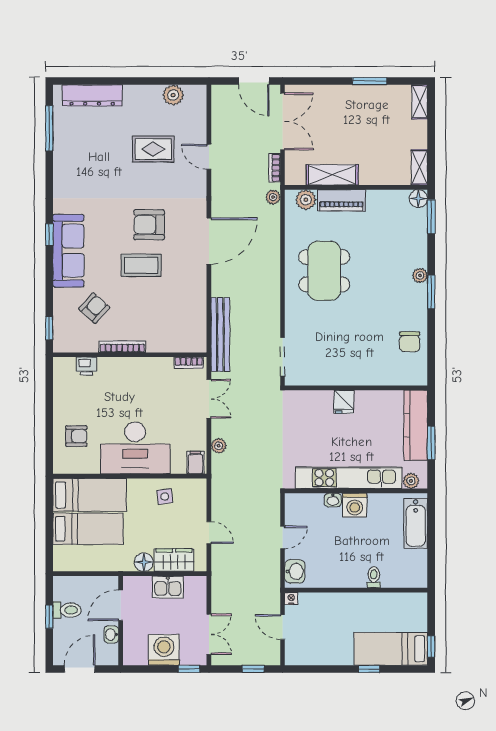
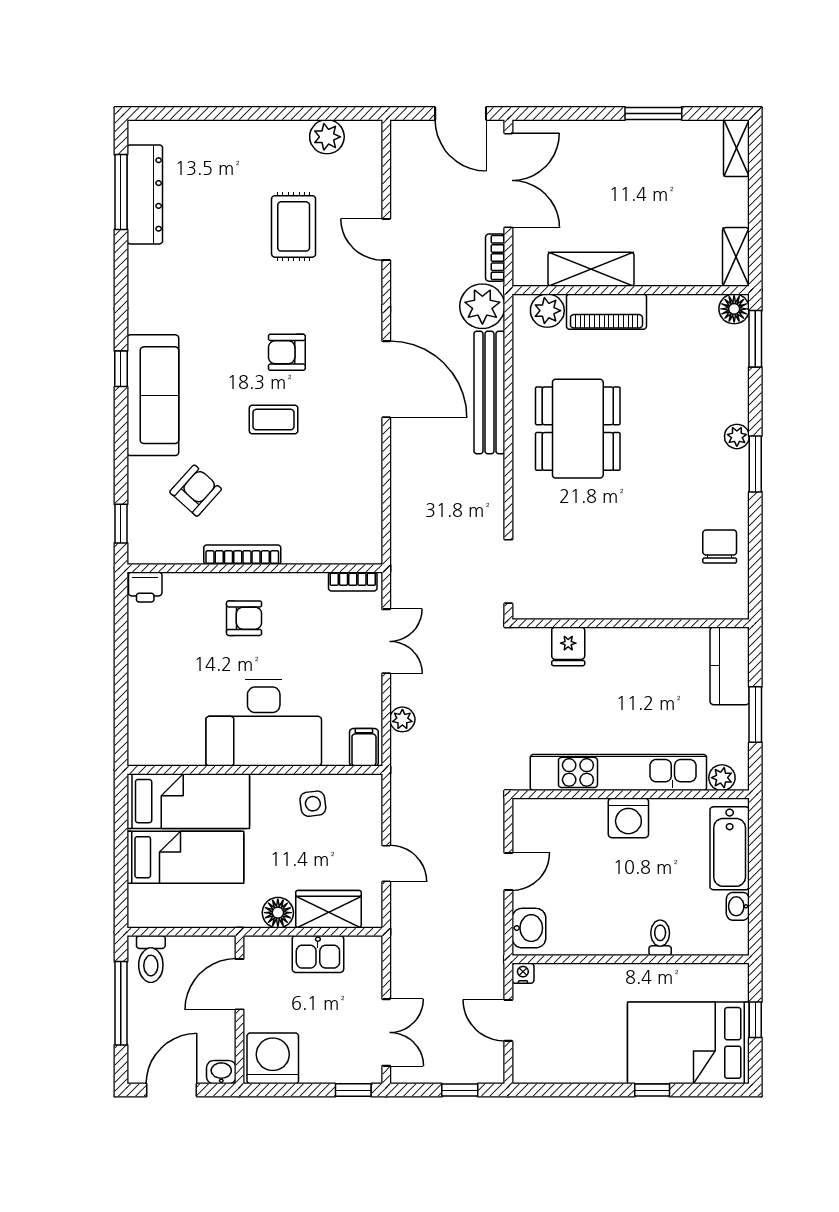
dresser: (92, 95) -> (145, 194), moved, turned -90
rug: (153, 149) -> (294, 226), turned 90
plant: (273, 197) -> (482, 306), width x1.88, depth x1.88
armchair: (149, 225) -> (287, 352), width x0.72, depth x0.72
door: (209, 241) -> (386, 379), hinge flipped
coffee table: (141, 265) -> (274, 420), width x0.73, depth x0.77
bench: (220, 334) -> (489, 392), moved
chair: (410, 342) -> (720, 547), turned 180
printer: (86, 366) -> (145, 587), moved
fridge: (344, 402) -> (568, 646), moved
kitchen counter: (416, 425) -> (730, 666), width x0.67
armchair: (76, 436) -> (244, 618), moved
washbasin: (333, 500) -> (738, 906), moved, turned 90
toilet: (67, 610) -> (151, 959), moved, turned 90
window: (49, 617) -> (121, 1003), width x2.17
washbasin: (111, 634) -> (221, 1072), moved, turned 90
window: (431, 646) -> (755, 1020), moved
bed: (391, 649) -> (688, 1043), width x1.50
washing machine: (164, 650) -> (273, 1058), moved

